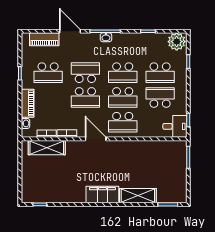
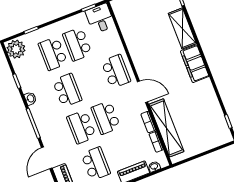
washbasin: (106, 37) -> (30, 99), moved
school desk: (160, 73) -> (53, 54), turned 180
school desk: (85, 97) -> (106, 118), turned 180
school desk: (123, 97) -> (92, 81), removed
door: (96, 139) -> (143, 92), swing flipped
shelving: (47, 148) -> (167, 128), width x1.47

